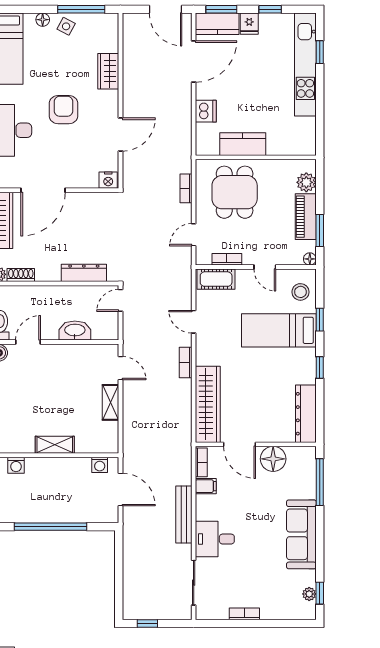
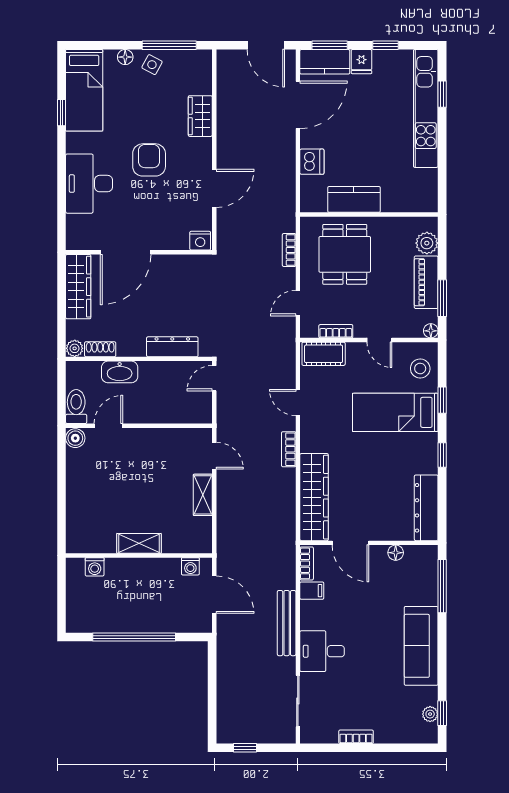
washbasin: (75, 331) -> (120, 372), moved, turned 180
floor lamp: (273, 459) -> (396, 553), width x0.53, depth x0.53

